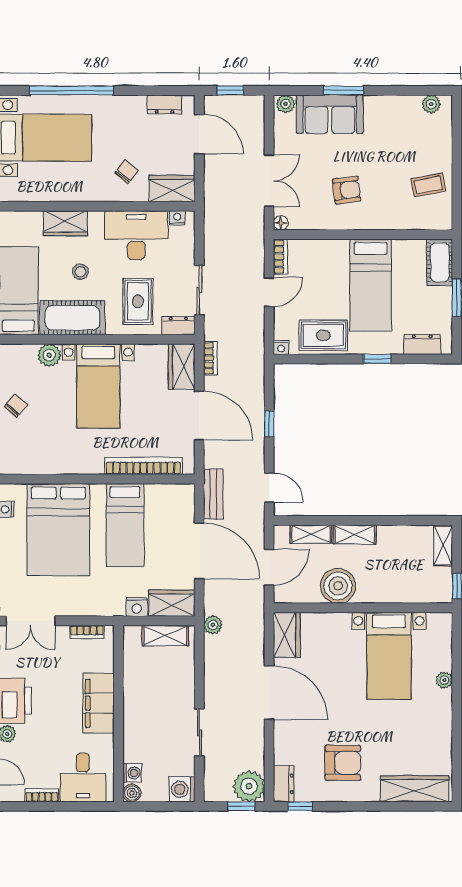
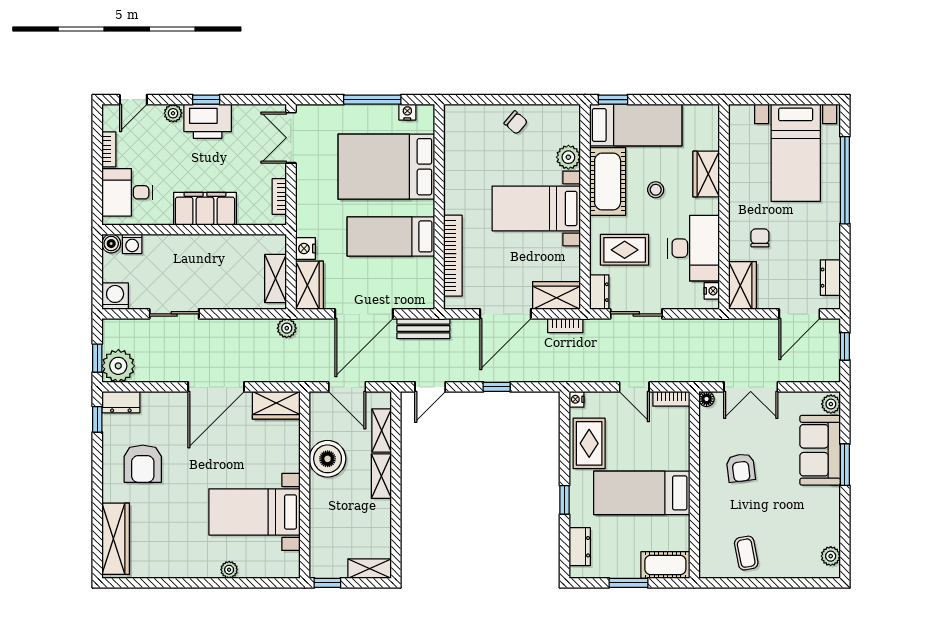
chair: (127, 172) -> (760, 238), turned -129

